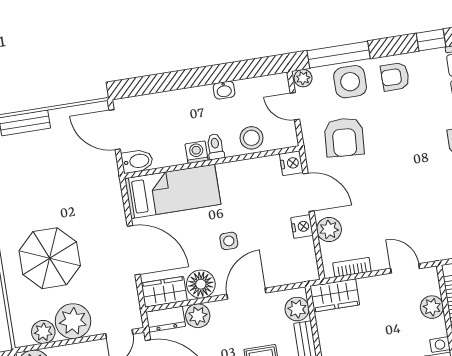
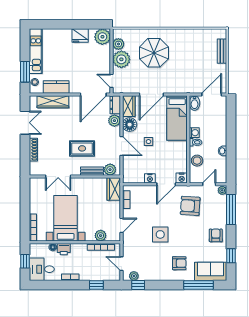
side table: (350, 82) -> (160, 234), moved
plant: (329, 229) -> (146, 191), removed

